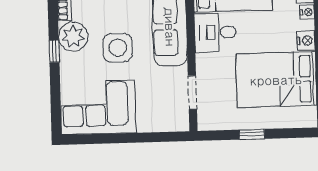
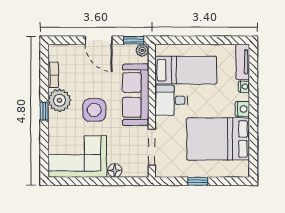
doorway: (192, 93) -> (152, 147), width x1.38
floor lamp: (146, 124) -> (115, 170), added

